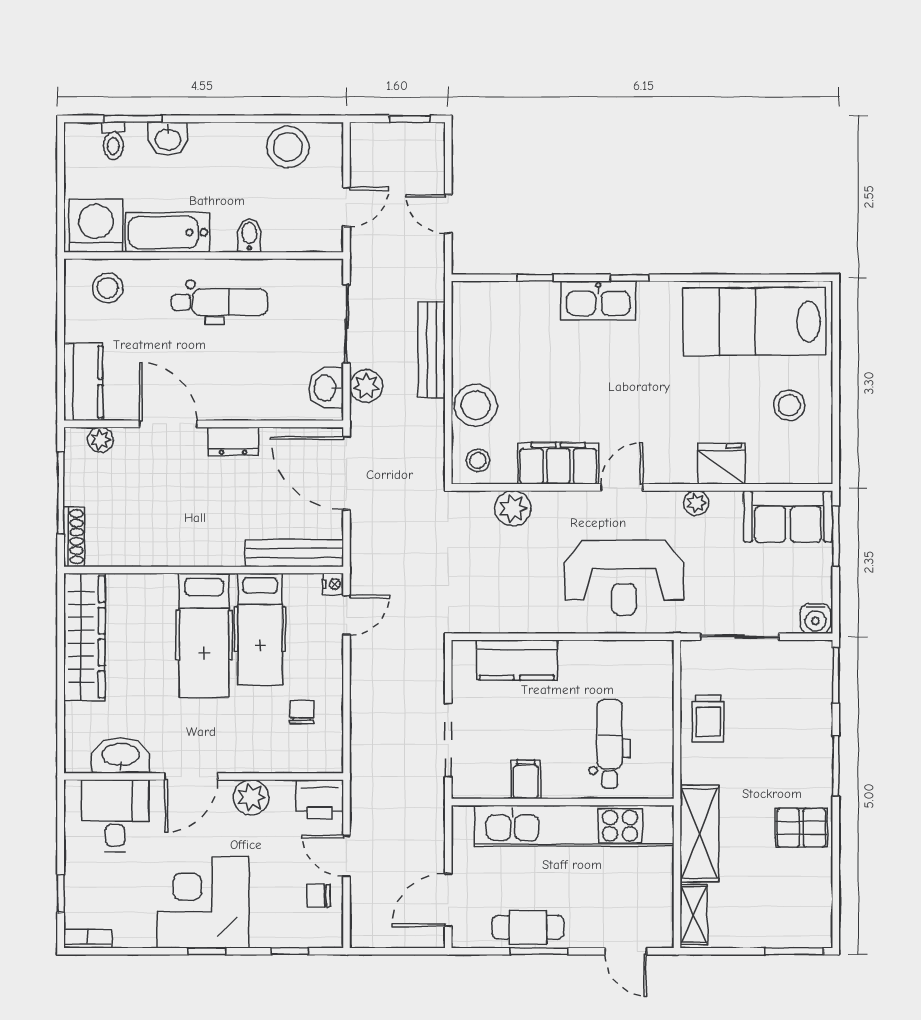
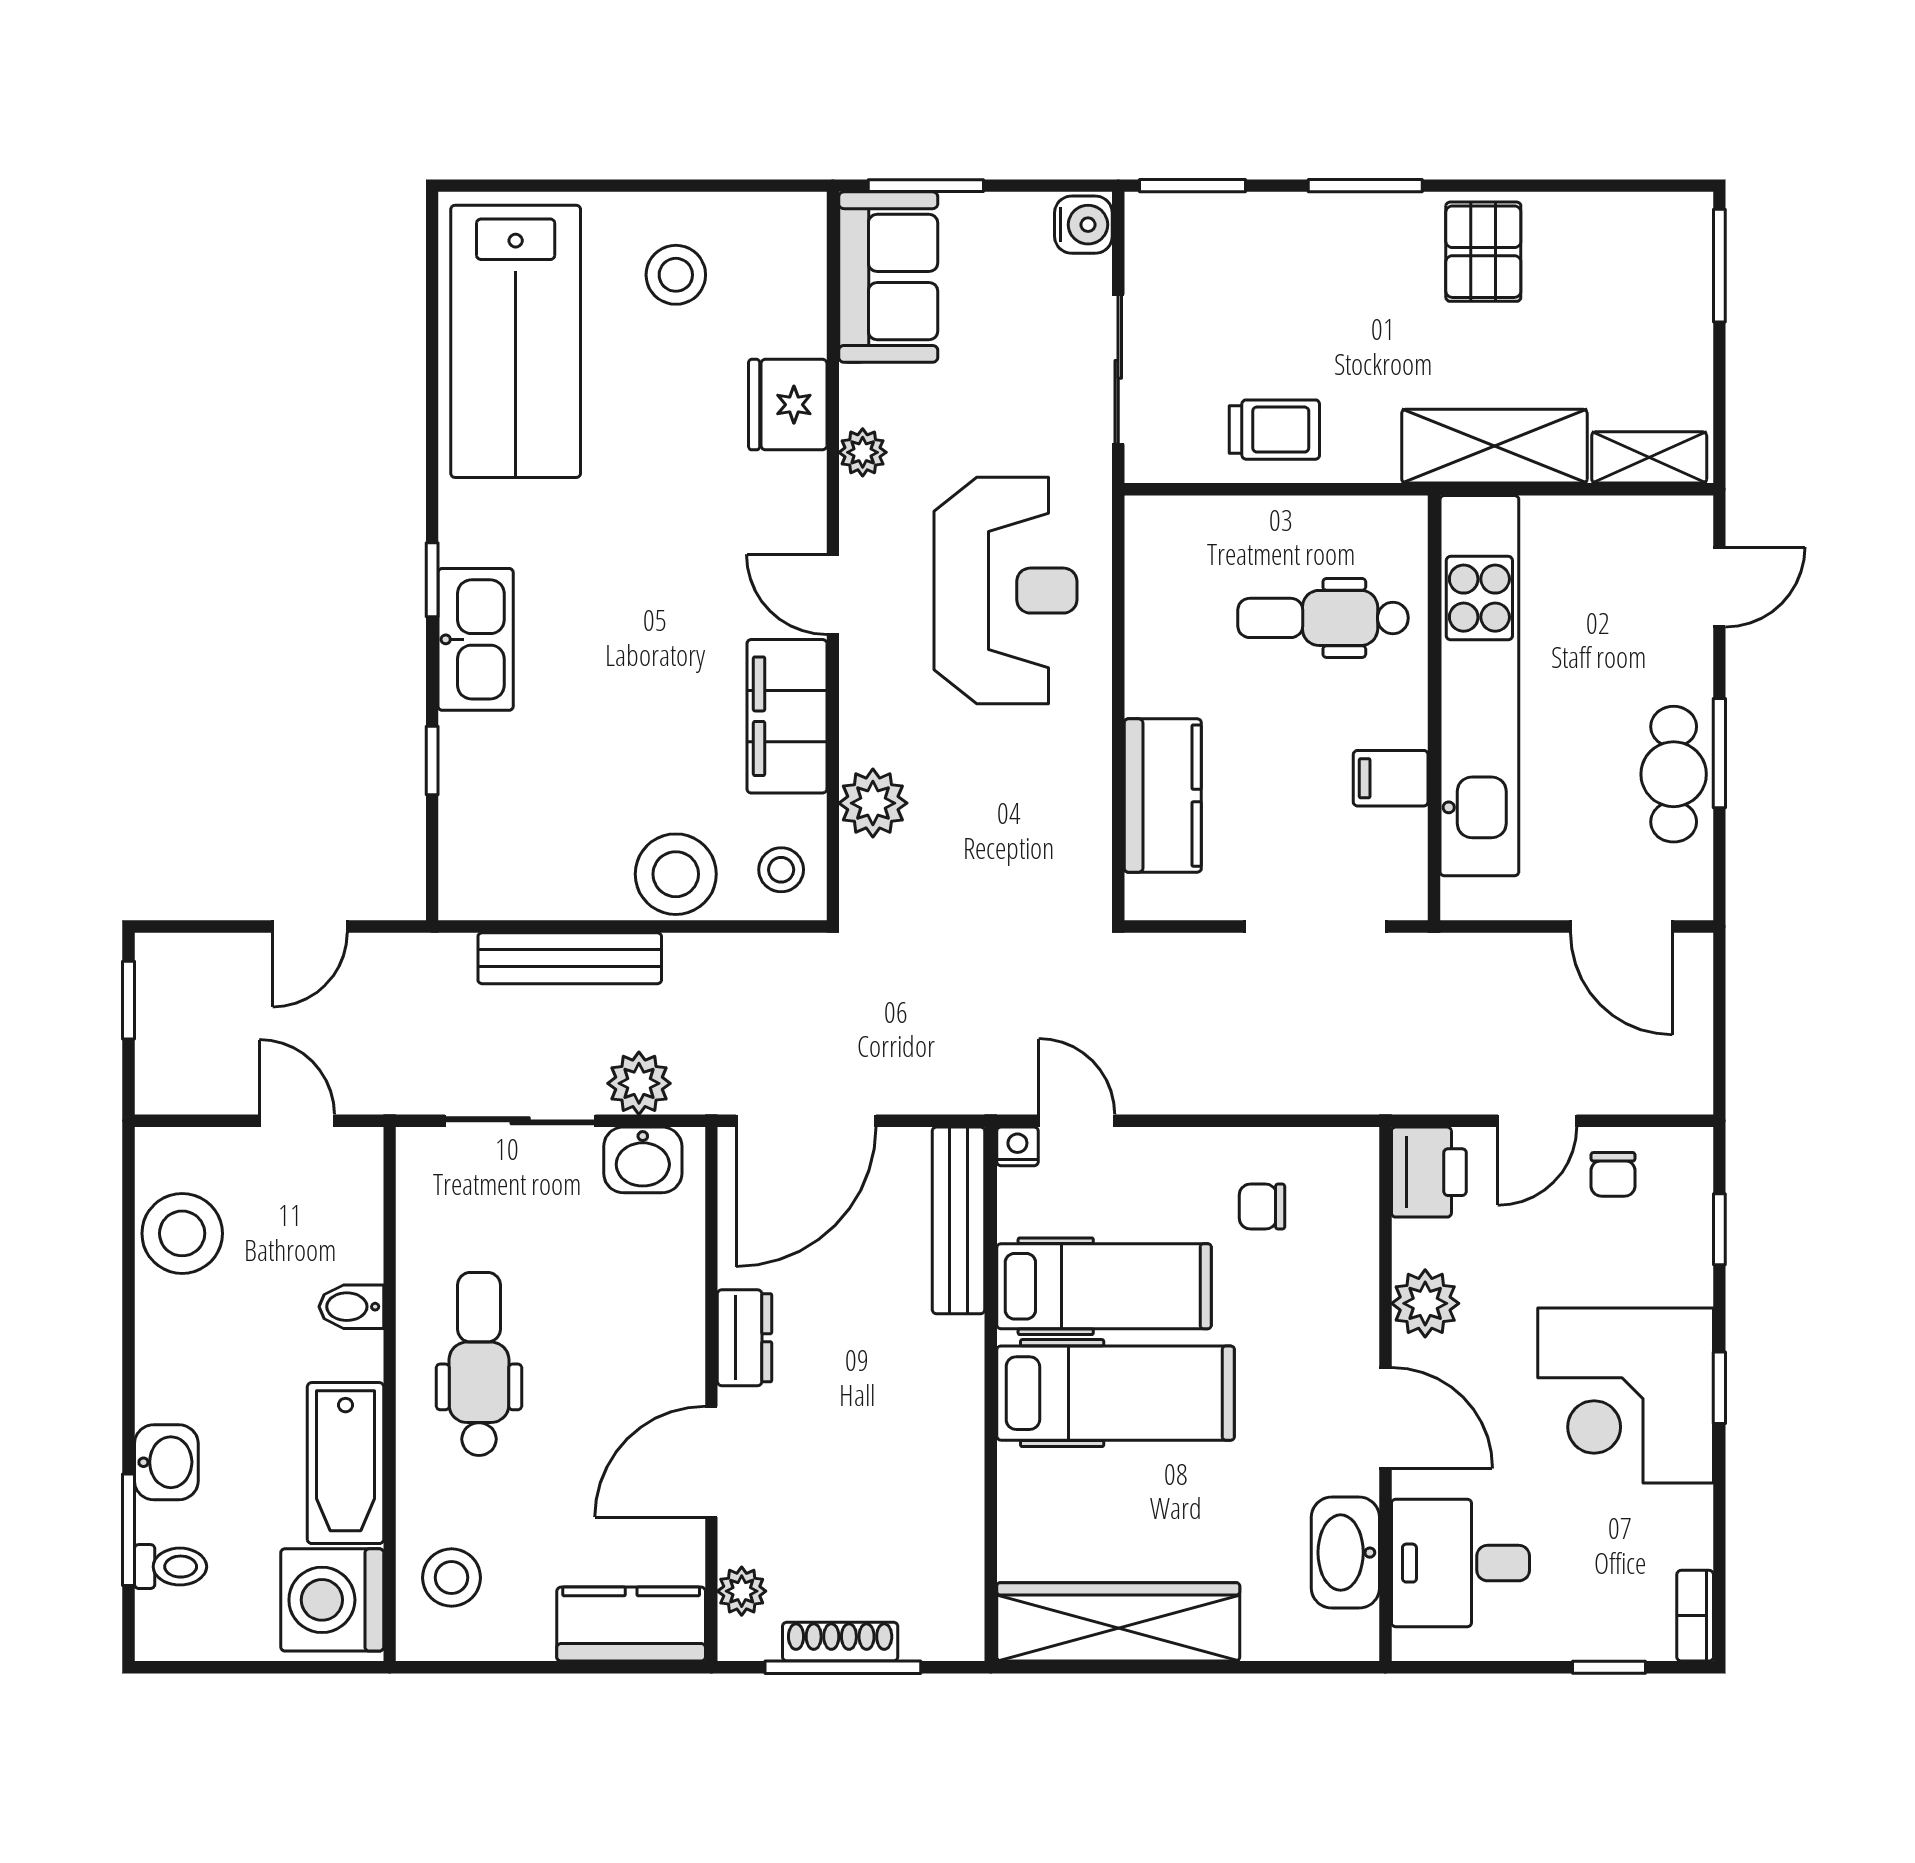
shoe rack: (74, 537) -> (840, 1642), moved

